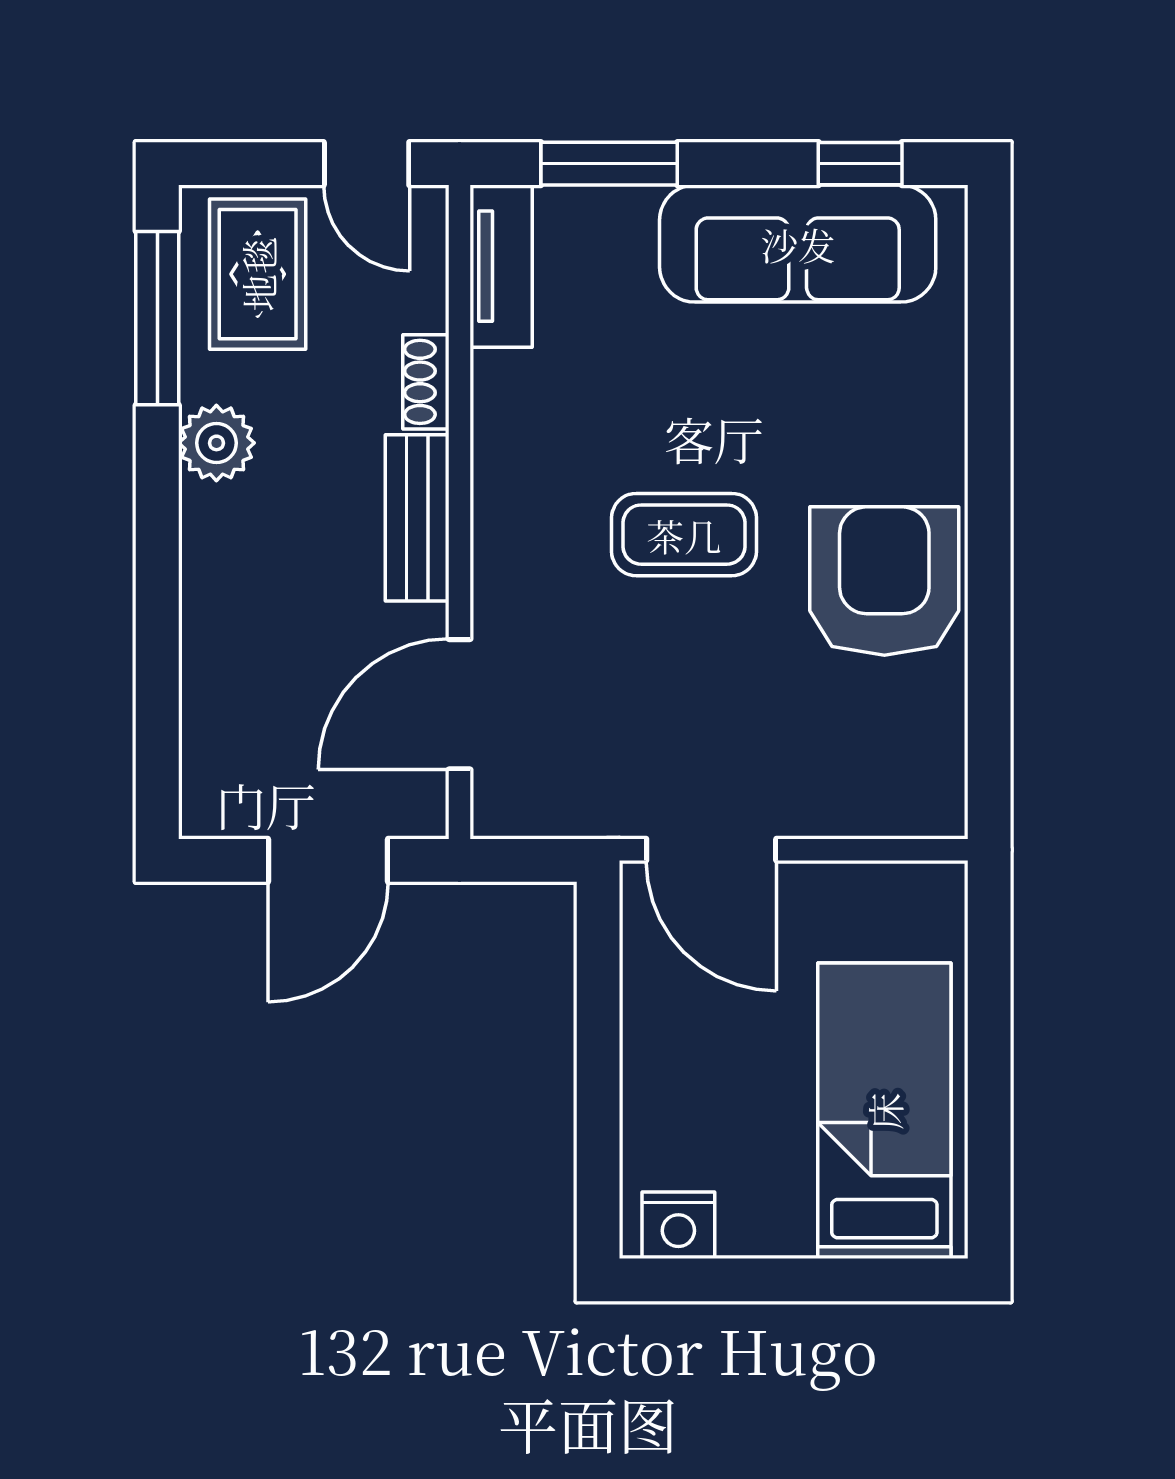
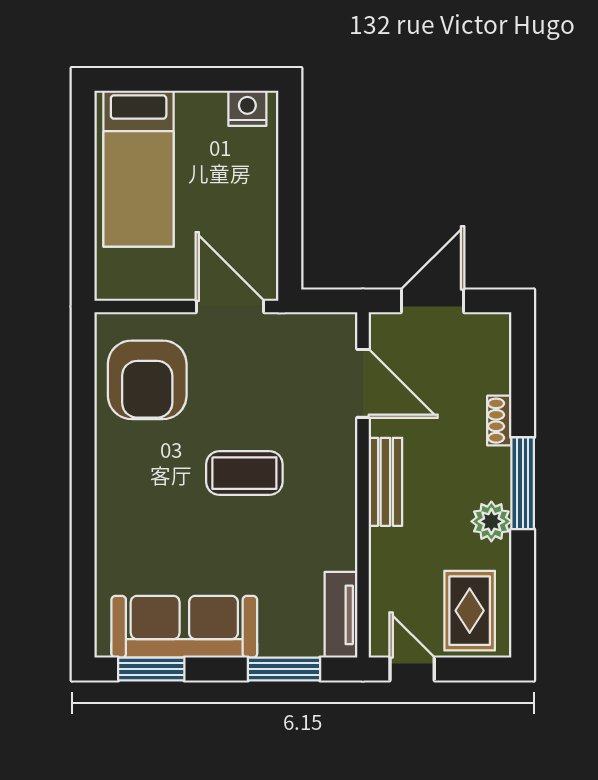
window: (860, 164) -> (151, 669), width x1.50
window: (157, 318) -> (523, 483), moved
shoe rack: (426, 382) -> (499, 421), moved, turned 180
armchair: (884, 581) -> (147, 380), moved
door: (459, 704) -> (363, 383), hinge flipped

